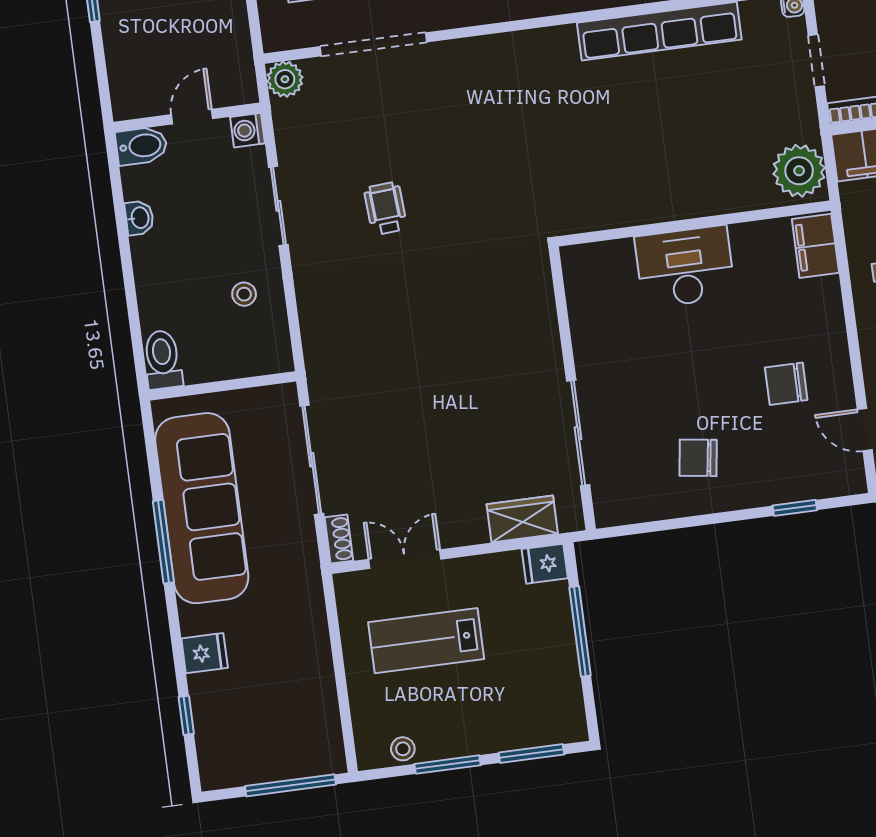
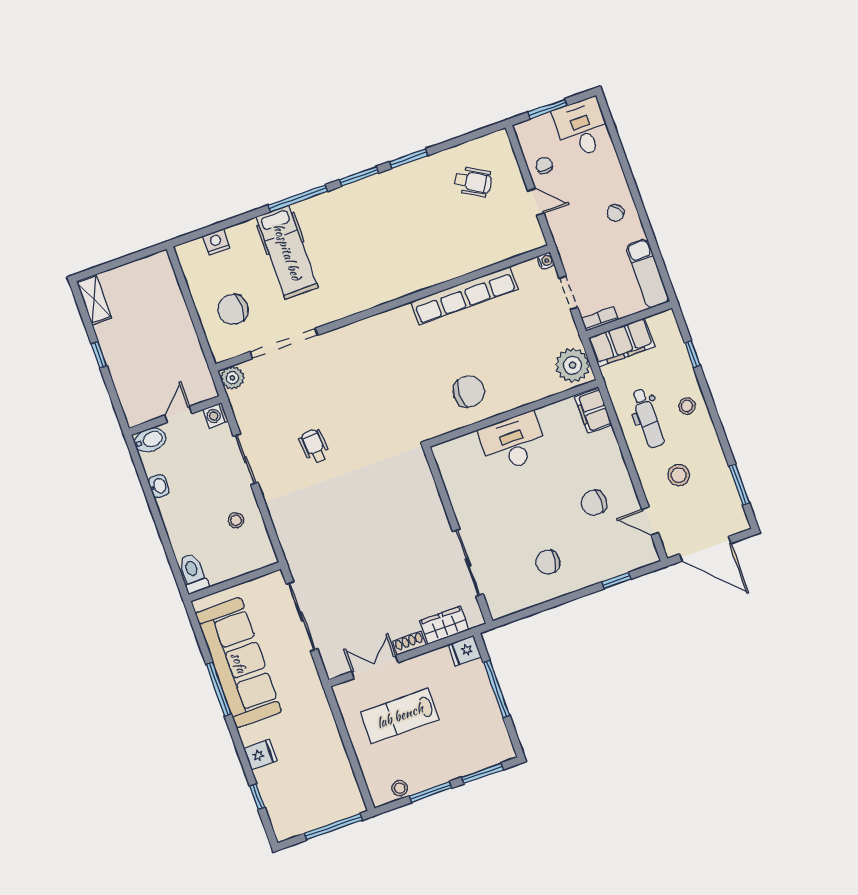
chair: (635, 176) -> (469, 392), added
shoe rack: (339, 539) -> (409, 643), moved, turned -90

